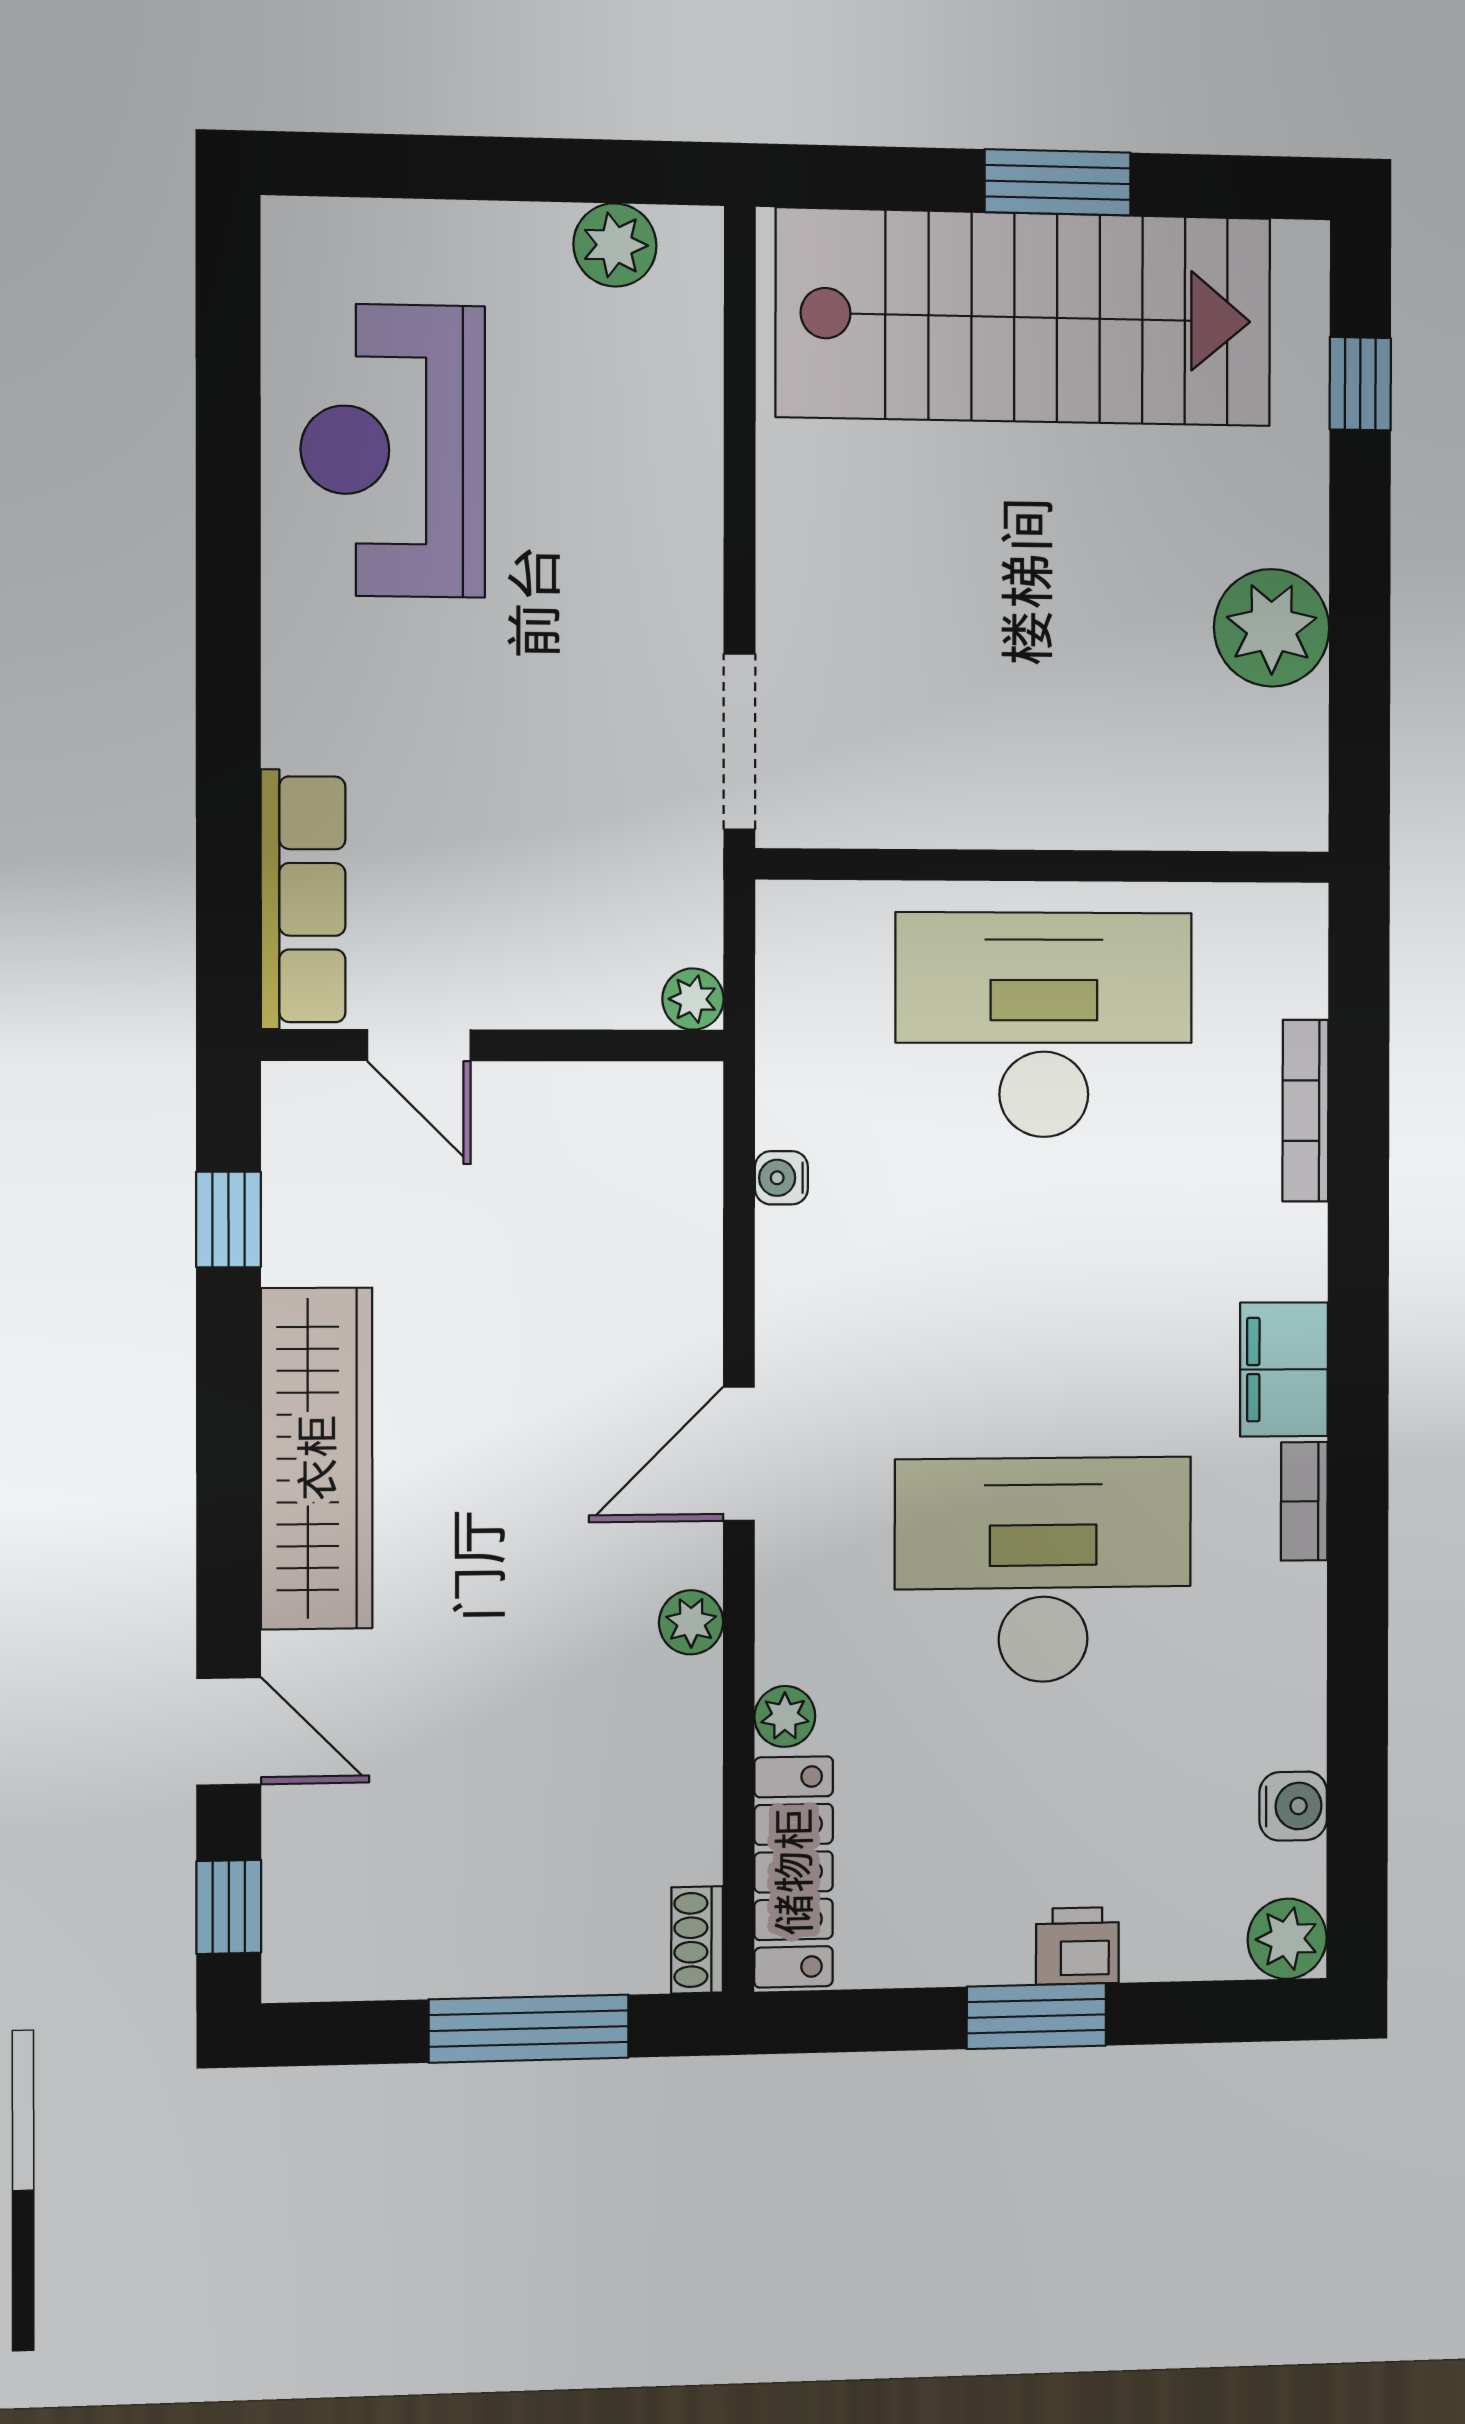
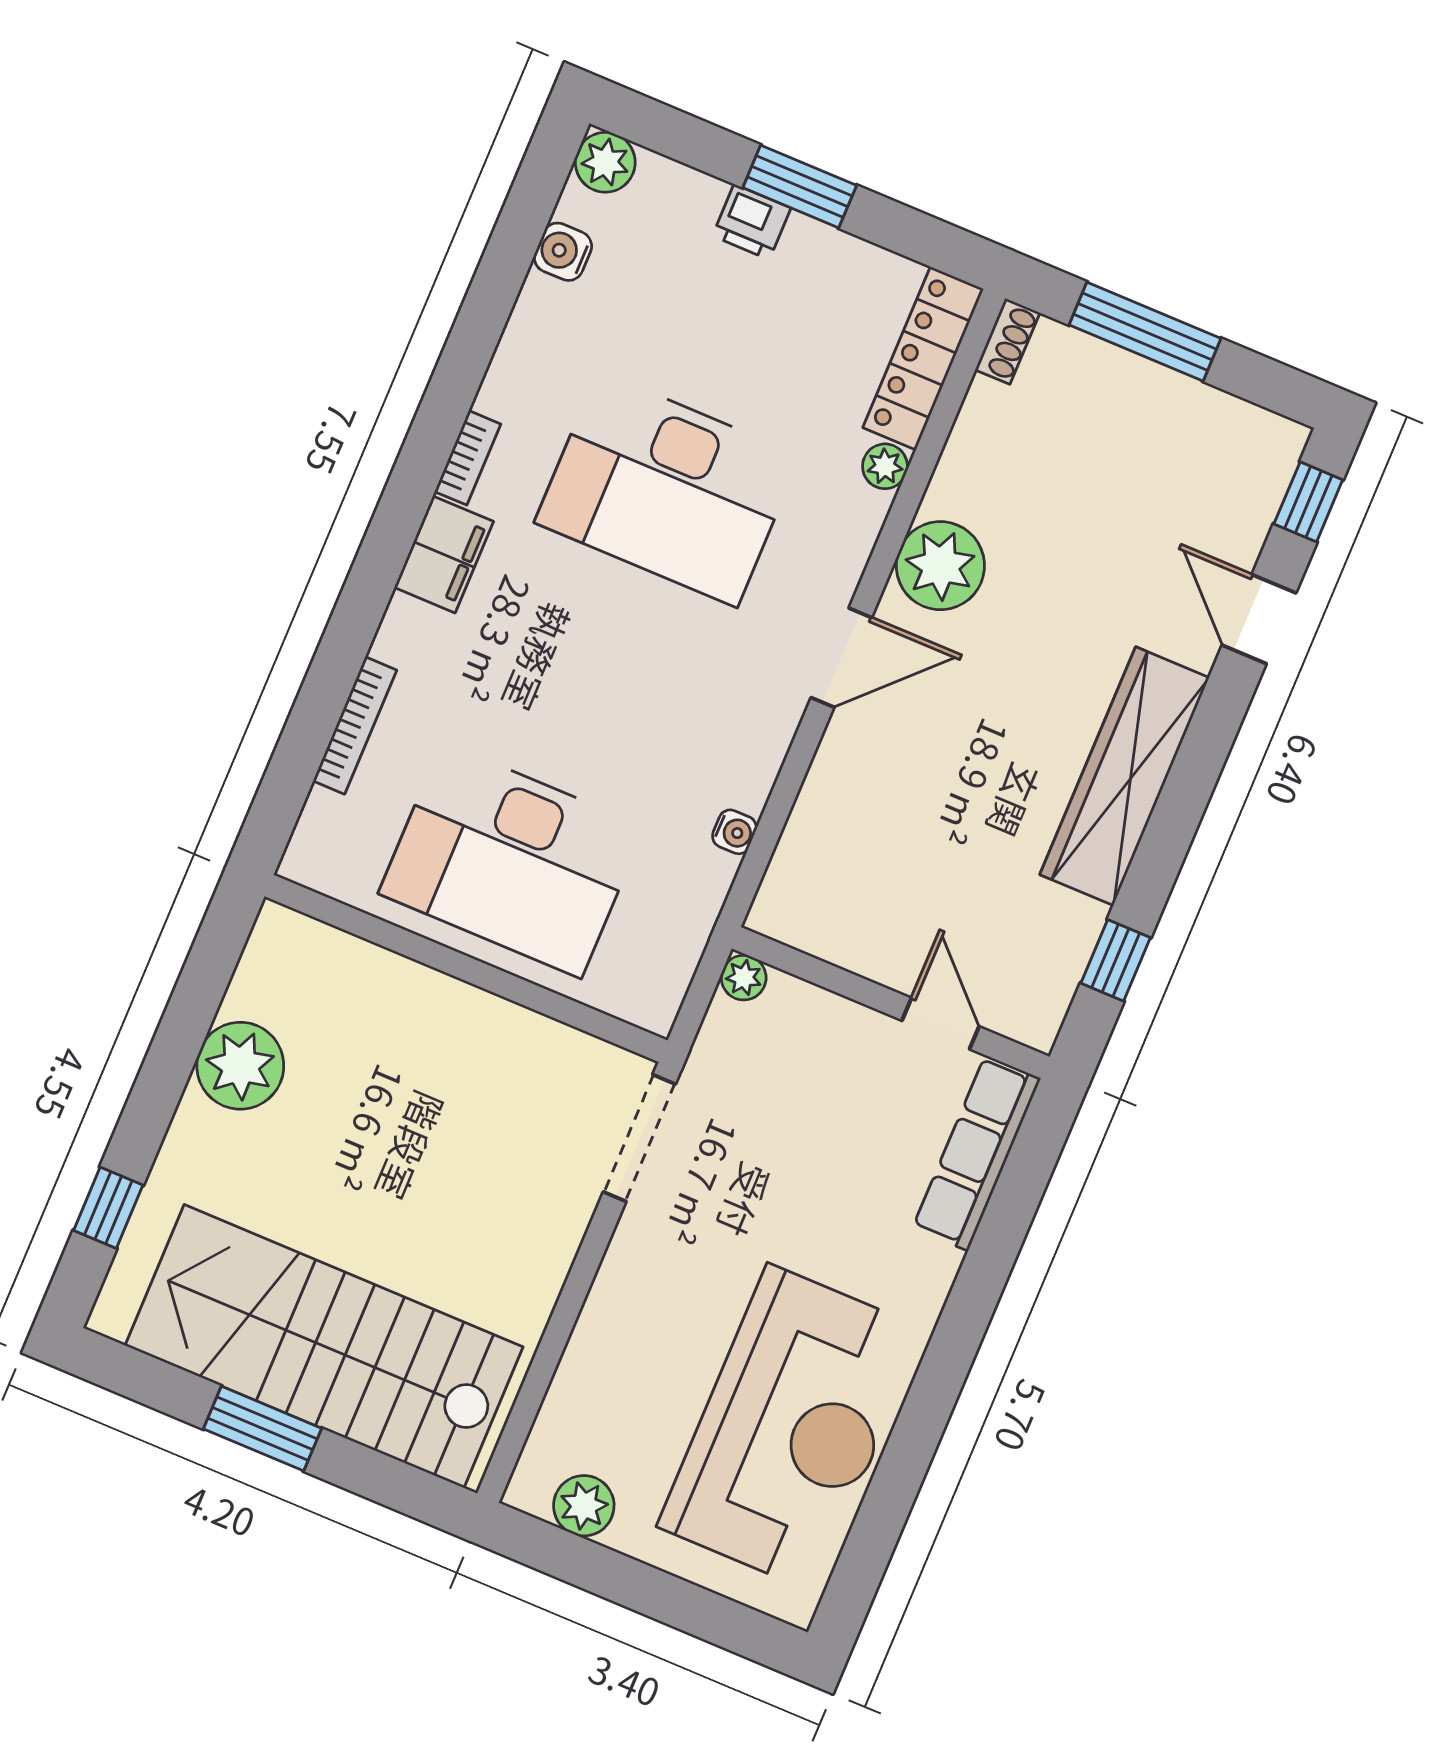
reception desk: (393, 450) -> (791, 1428), width x1.36, depth x1.30
plant: (691, 1622) -> (940, 566), width x1.88, depth x1.88

